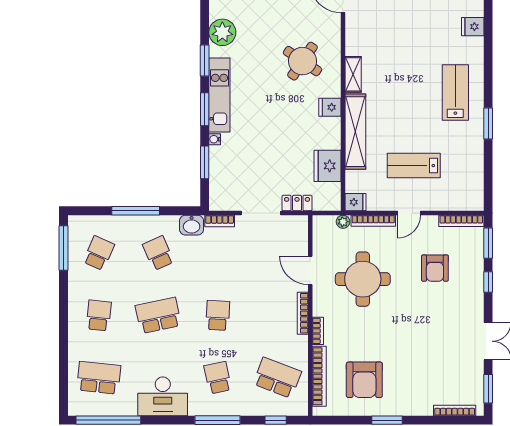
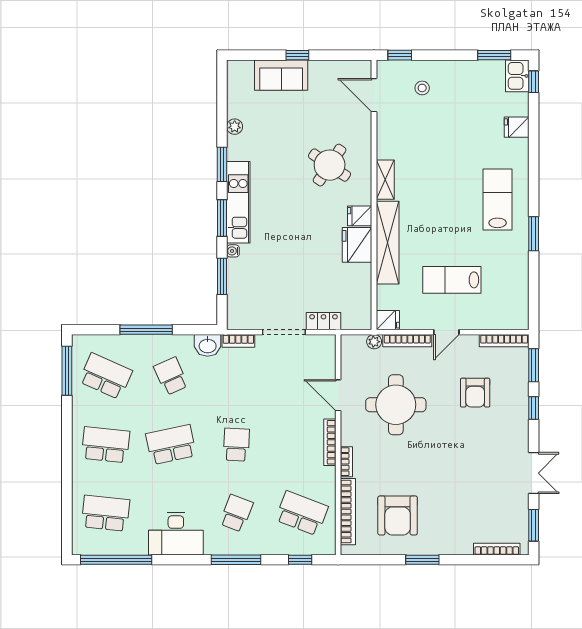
plant: (222, 32) -> (235, 127), width x0.53, depth x0.53
fridge: (327, 166) -> (357, 245), moved
school desk: (99, 253) -> (106, 376), width x1.85
school desk: (99, 315) -> (106, 445), width x1.85
school desk: (218, 378) -> (236, 513), turned 33

